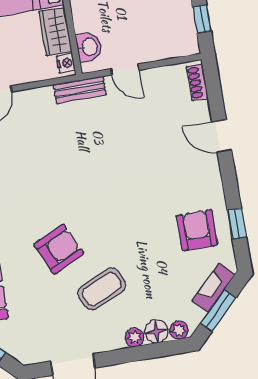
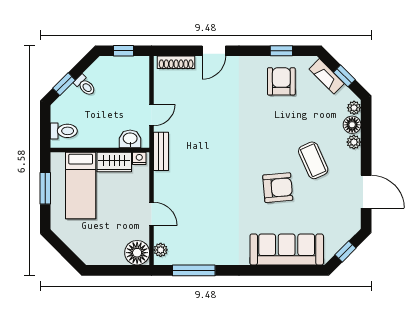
shoe rack: (197, 82) -> (176, 62), width x1.43
armchair: (197, 230) -> (281, 81), turned 90
armchair: (59, 249) -> (278, 188), turned 110
window: (218, 311) -> (344, 76), width x0.67

